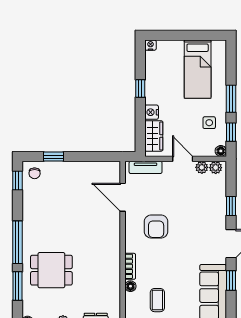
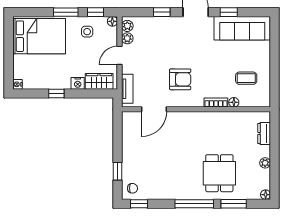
bed: (198, 69) -> (39, 36), width x1.50

